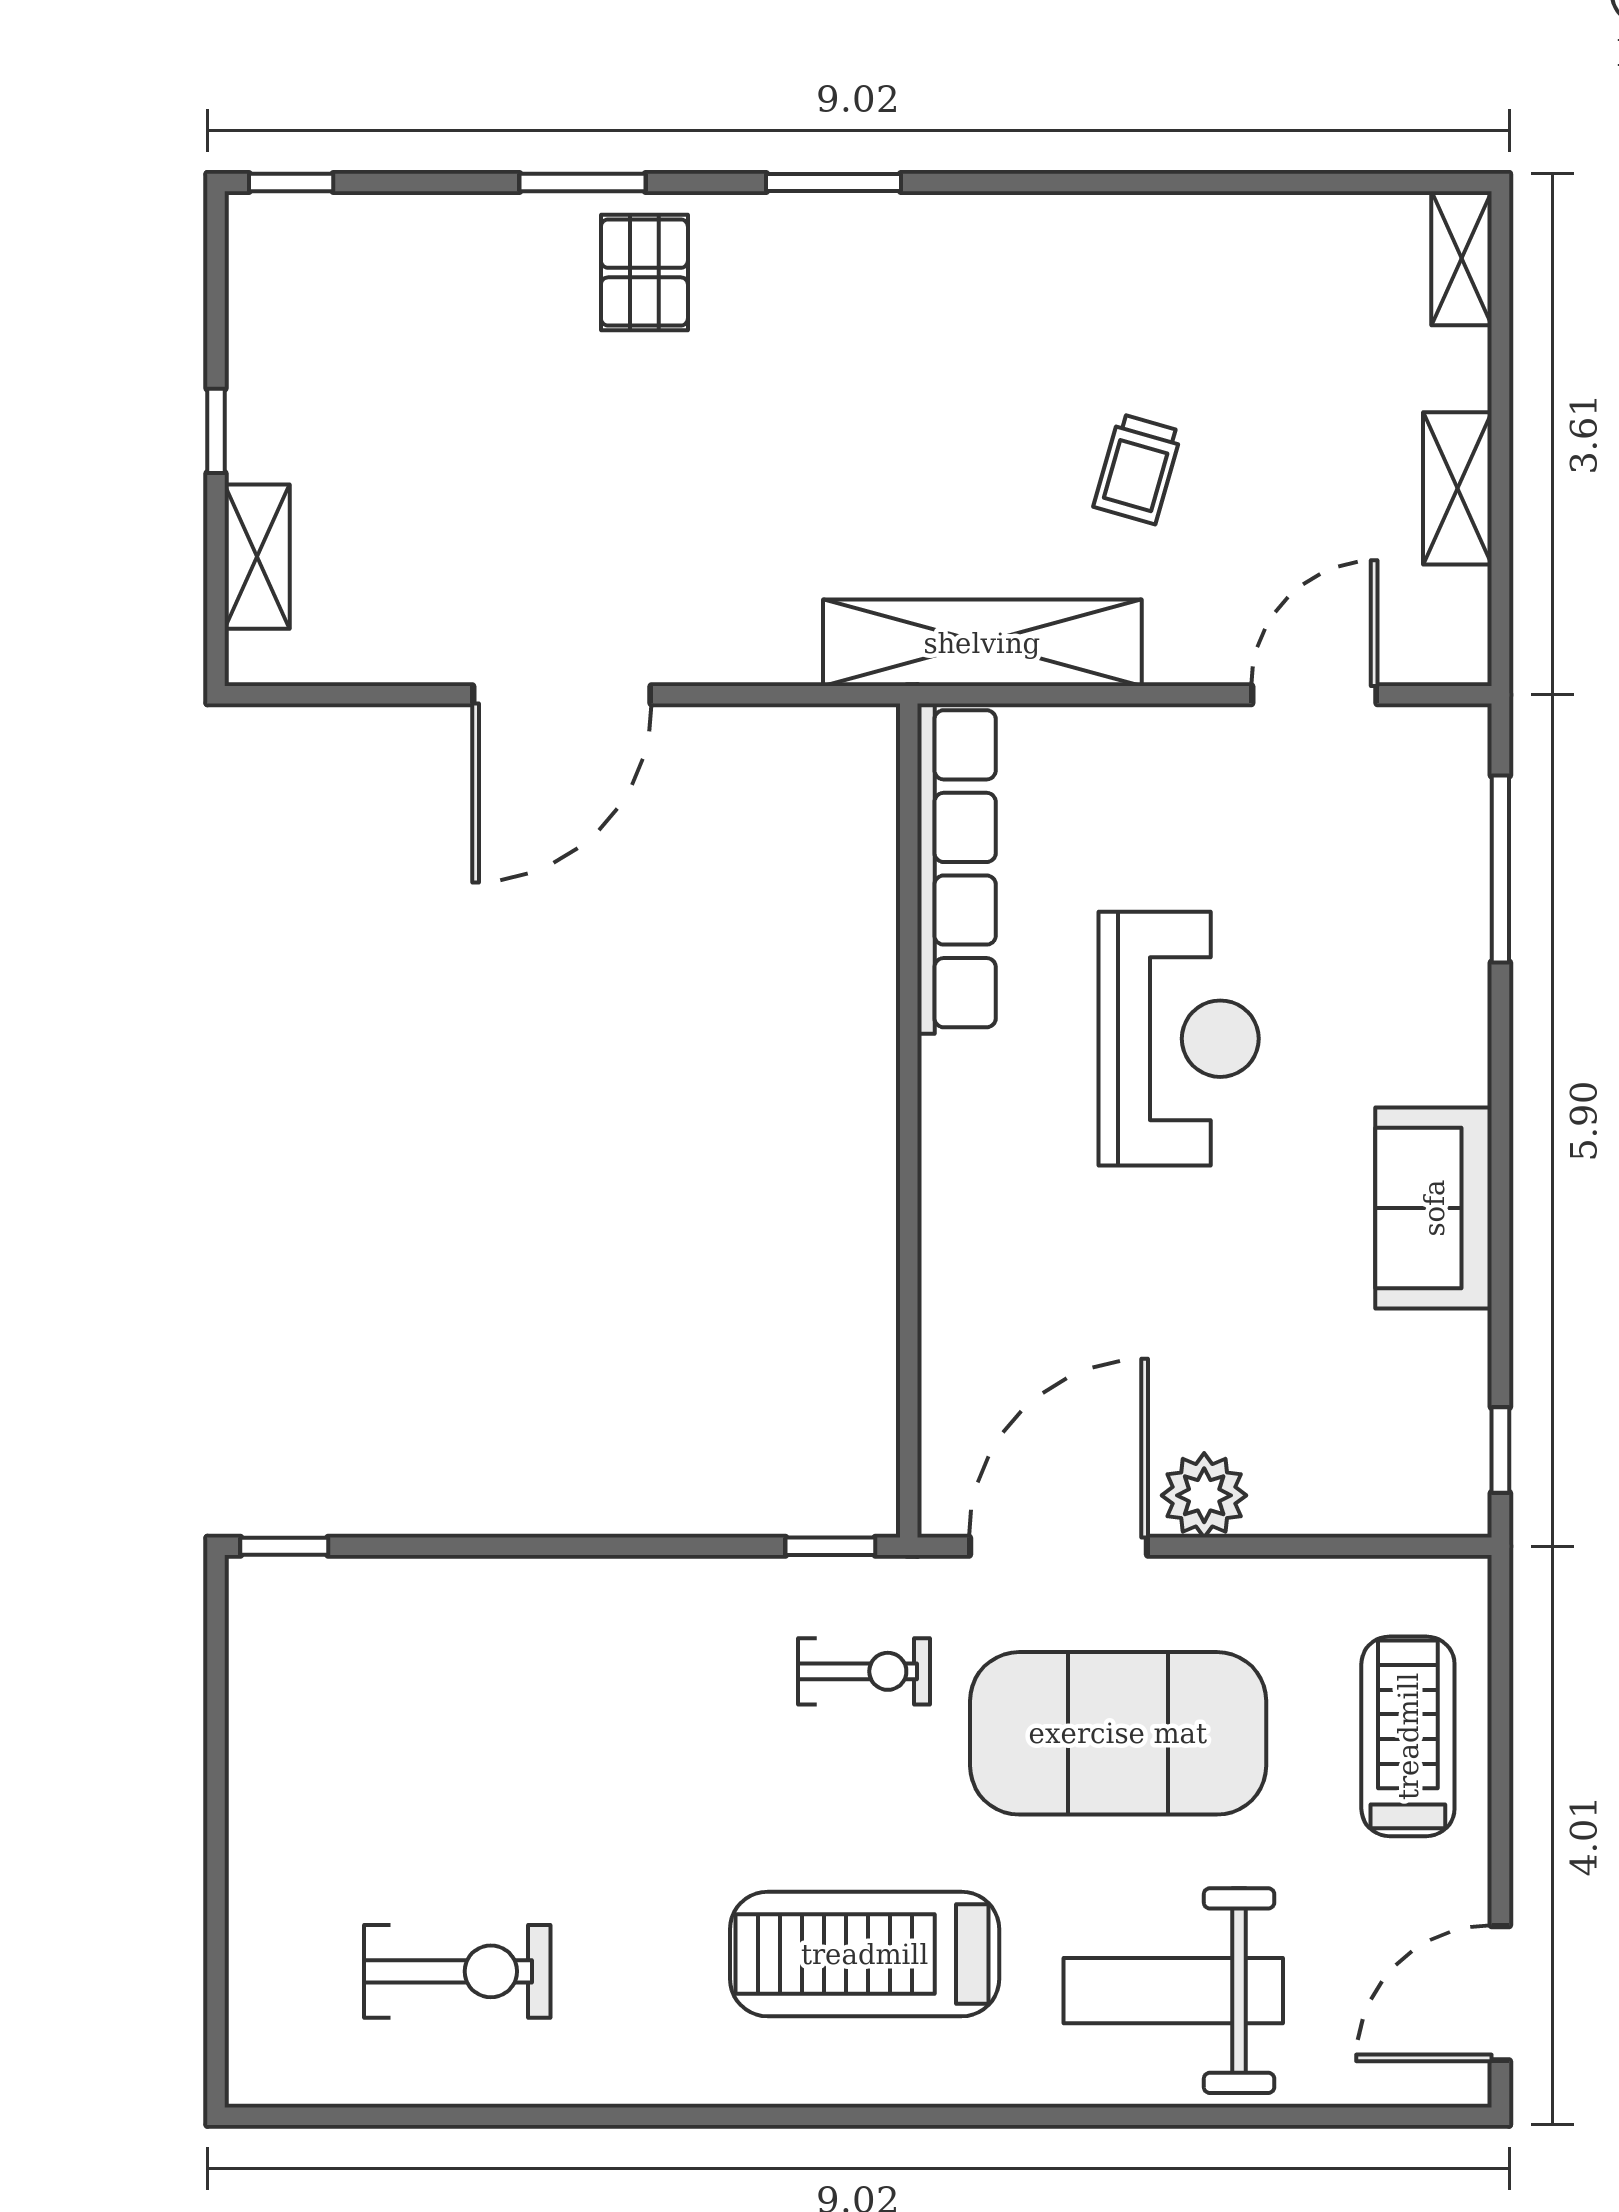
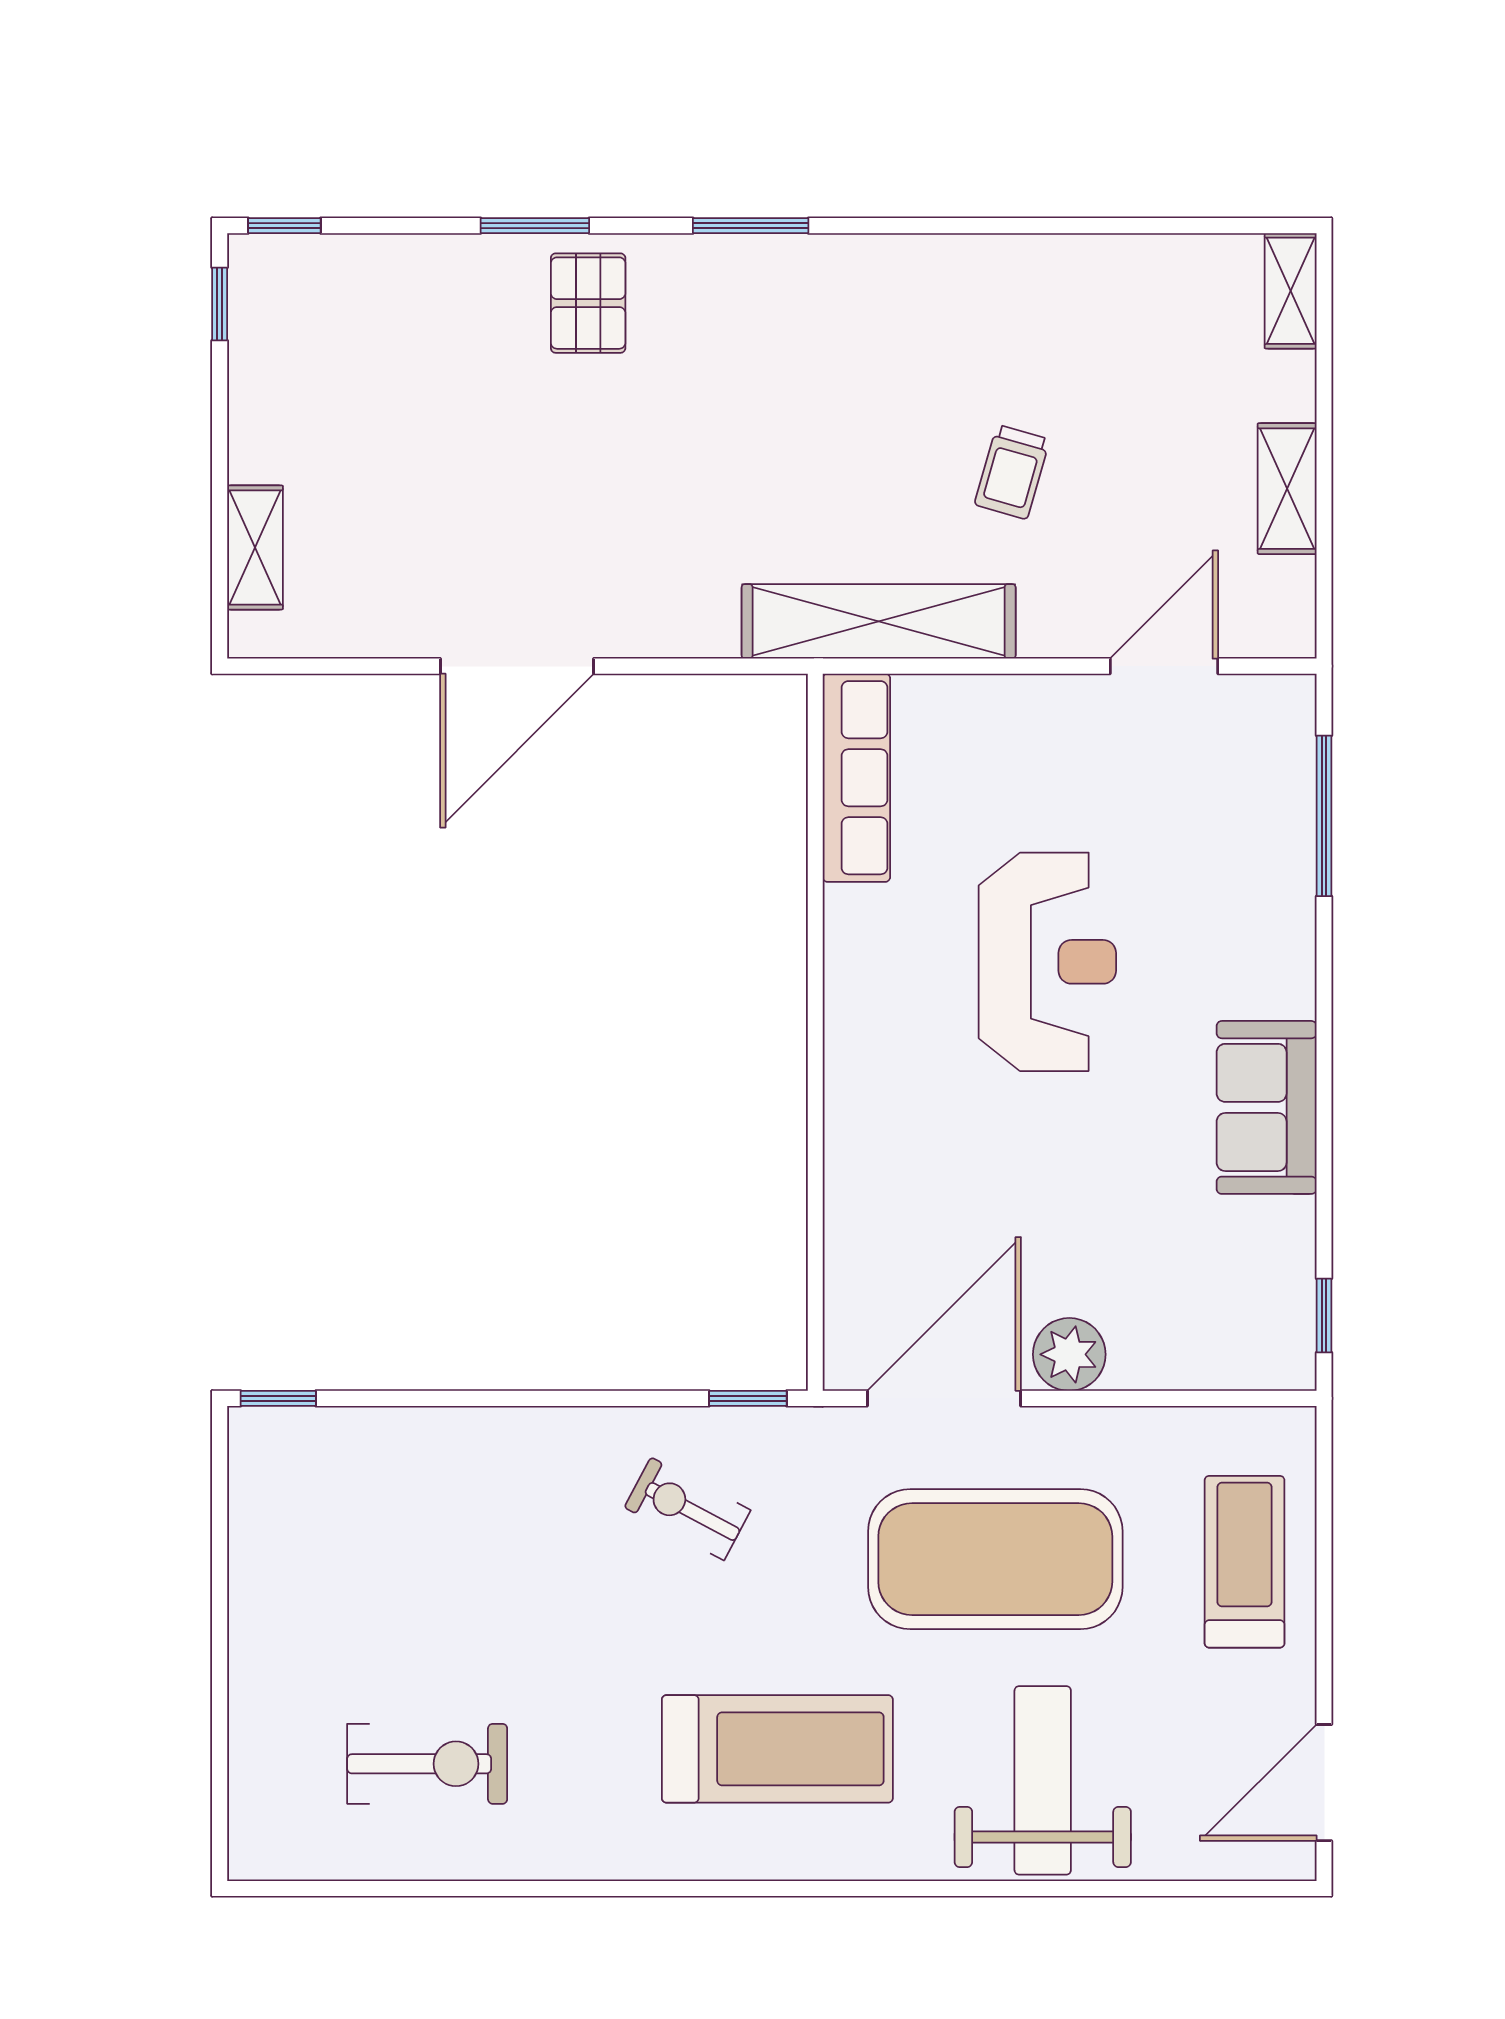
window: (216, 431) -> (220, 304), moved
row of seats: (957, 869) -> (856, 778), width x0.73
exercise bike: (864, 1671) -> (687, 1509), moved, turned -152
treadmill: (865, 1954) -> (777, 1749), turned 180
weight bench: (1173, 1991) -> (1043, 1780), turned 90

